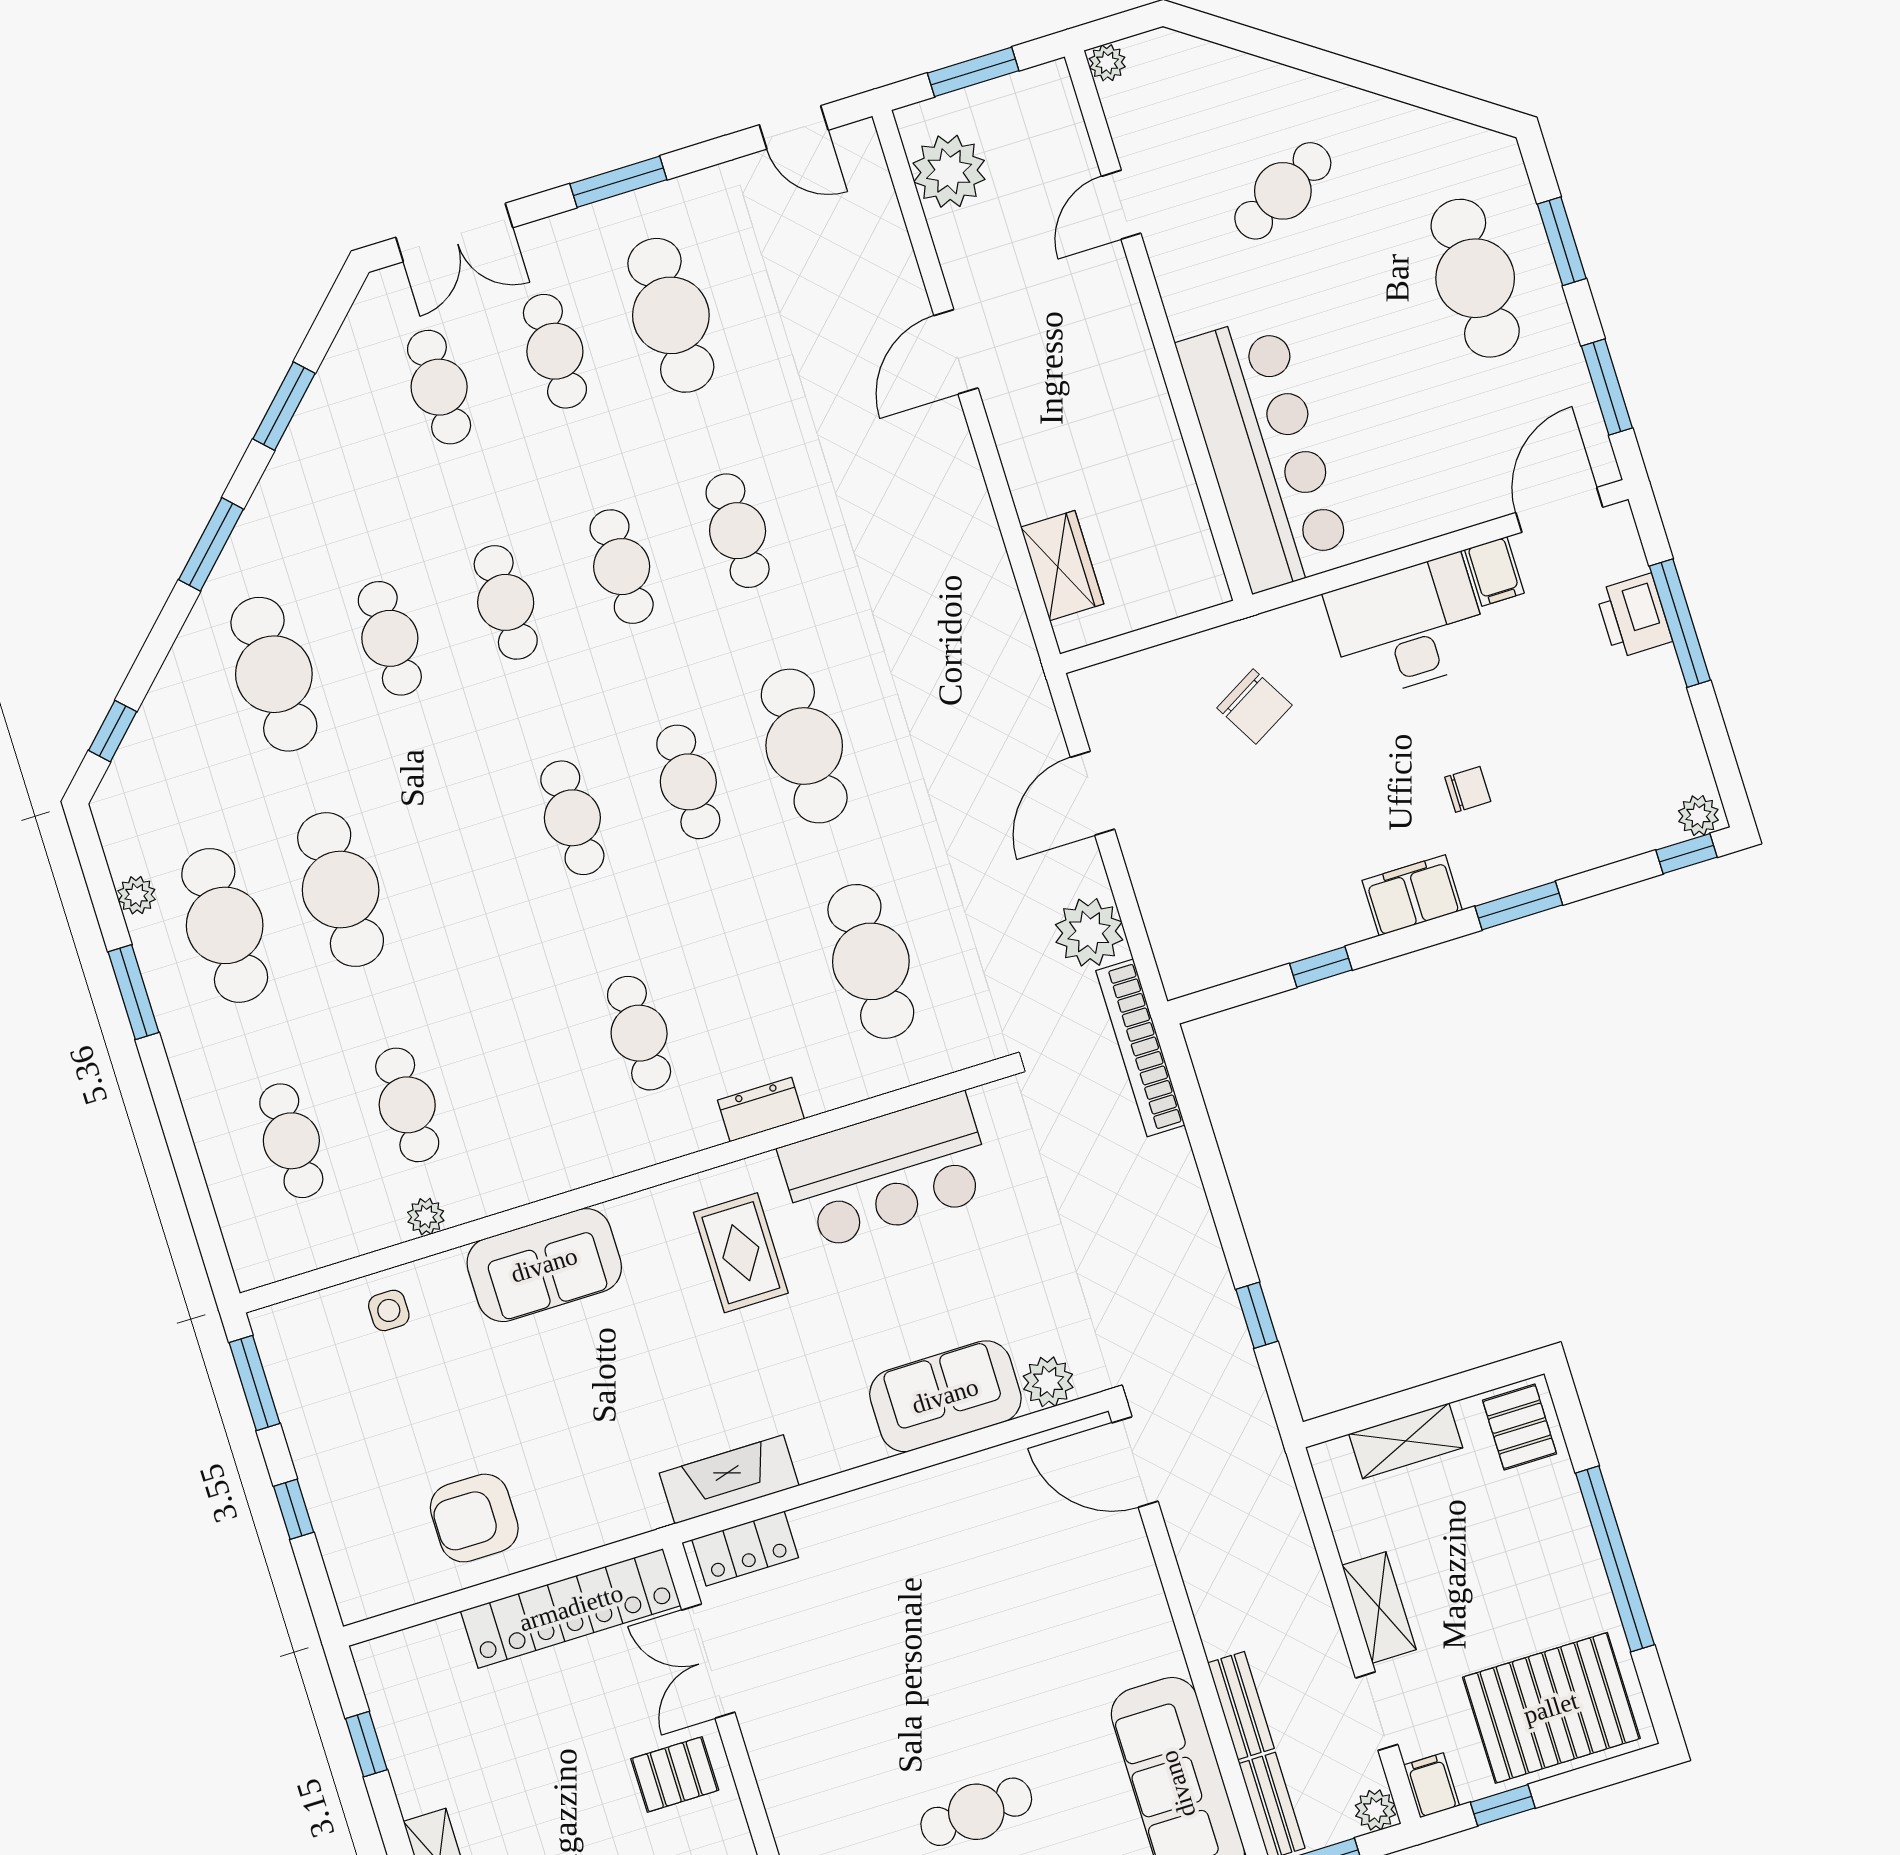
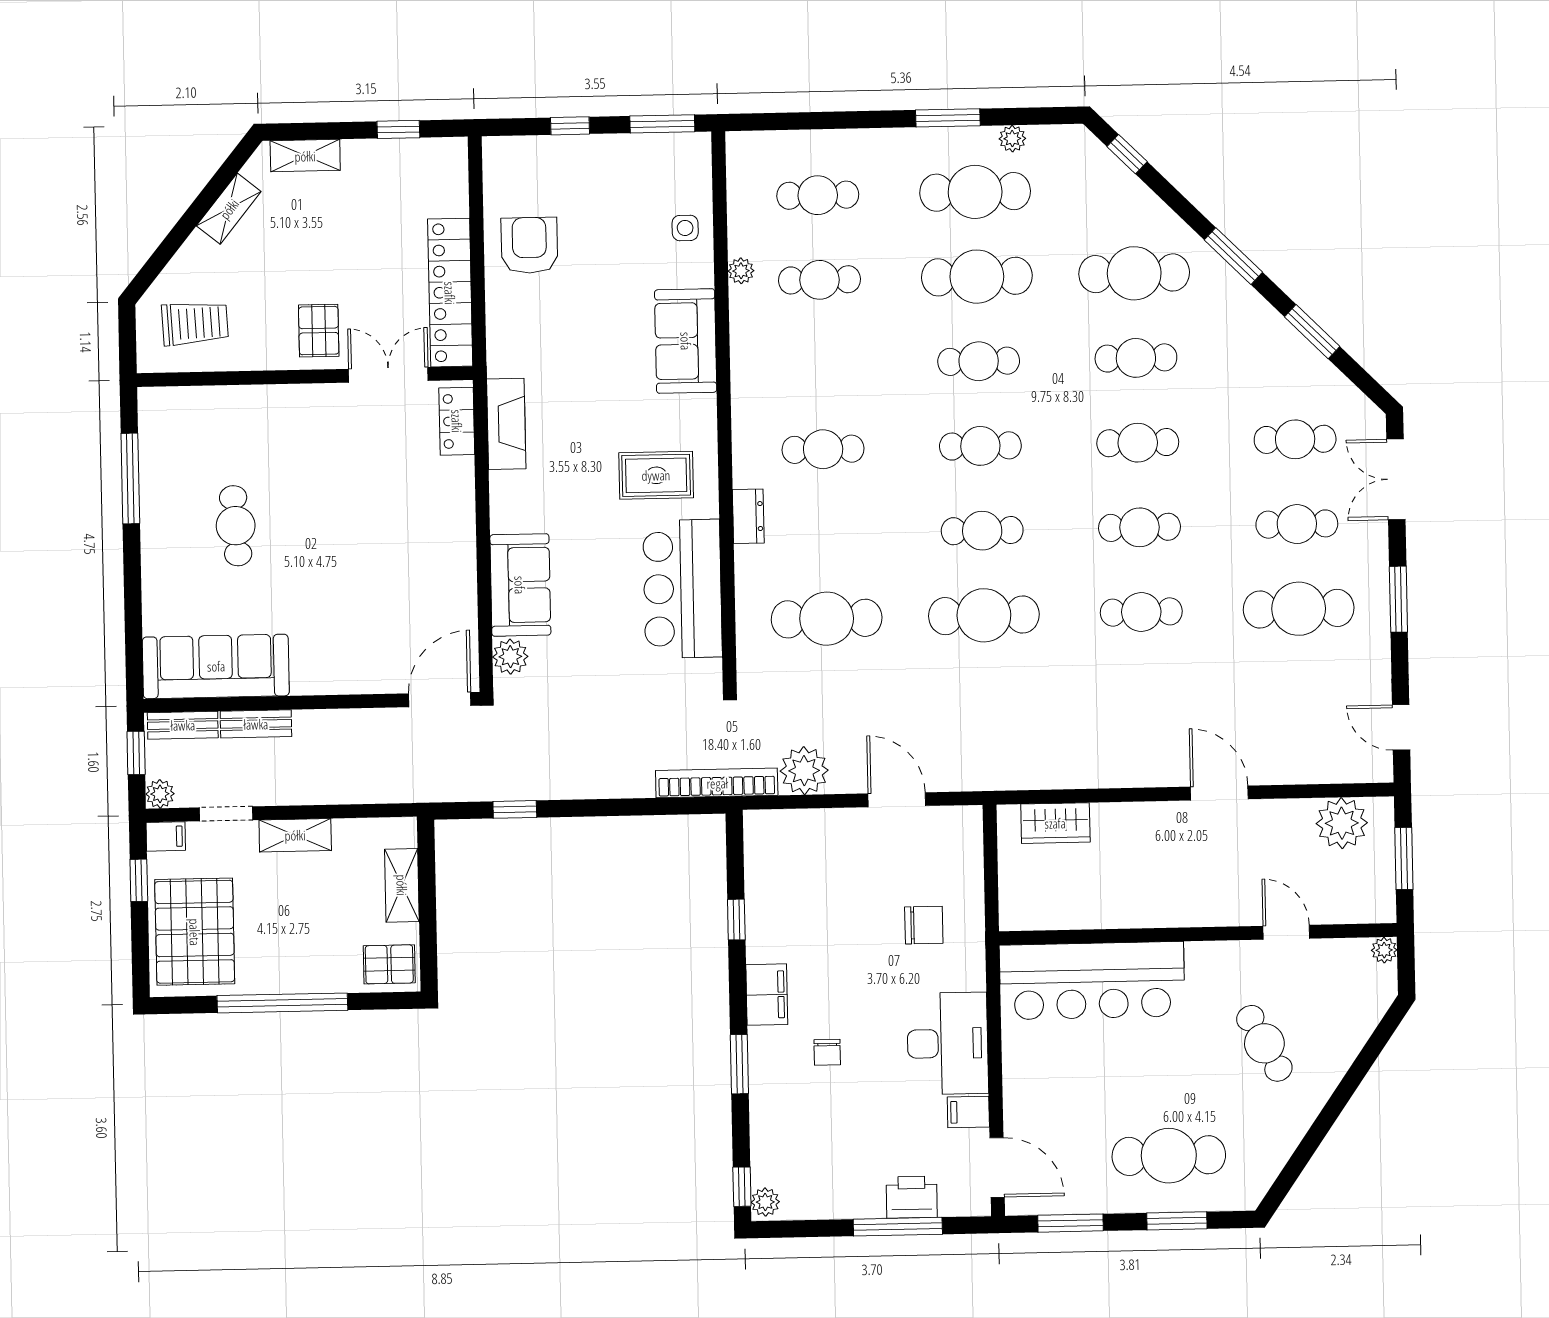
door: (794, 127) -> (1401, 727), hinge flipped
chair: (1254, 707) -> (924, 925), turned -150
cafe table: (456, 854) -> (979, 361), added

